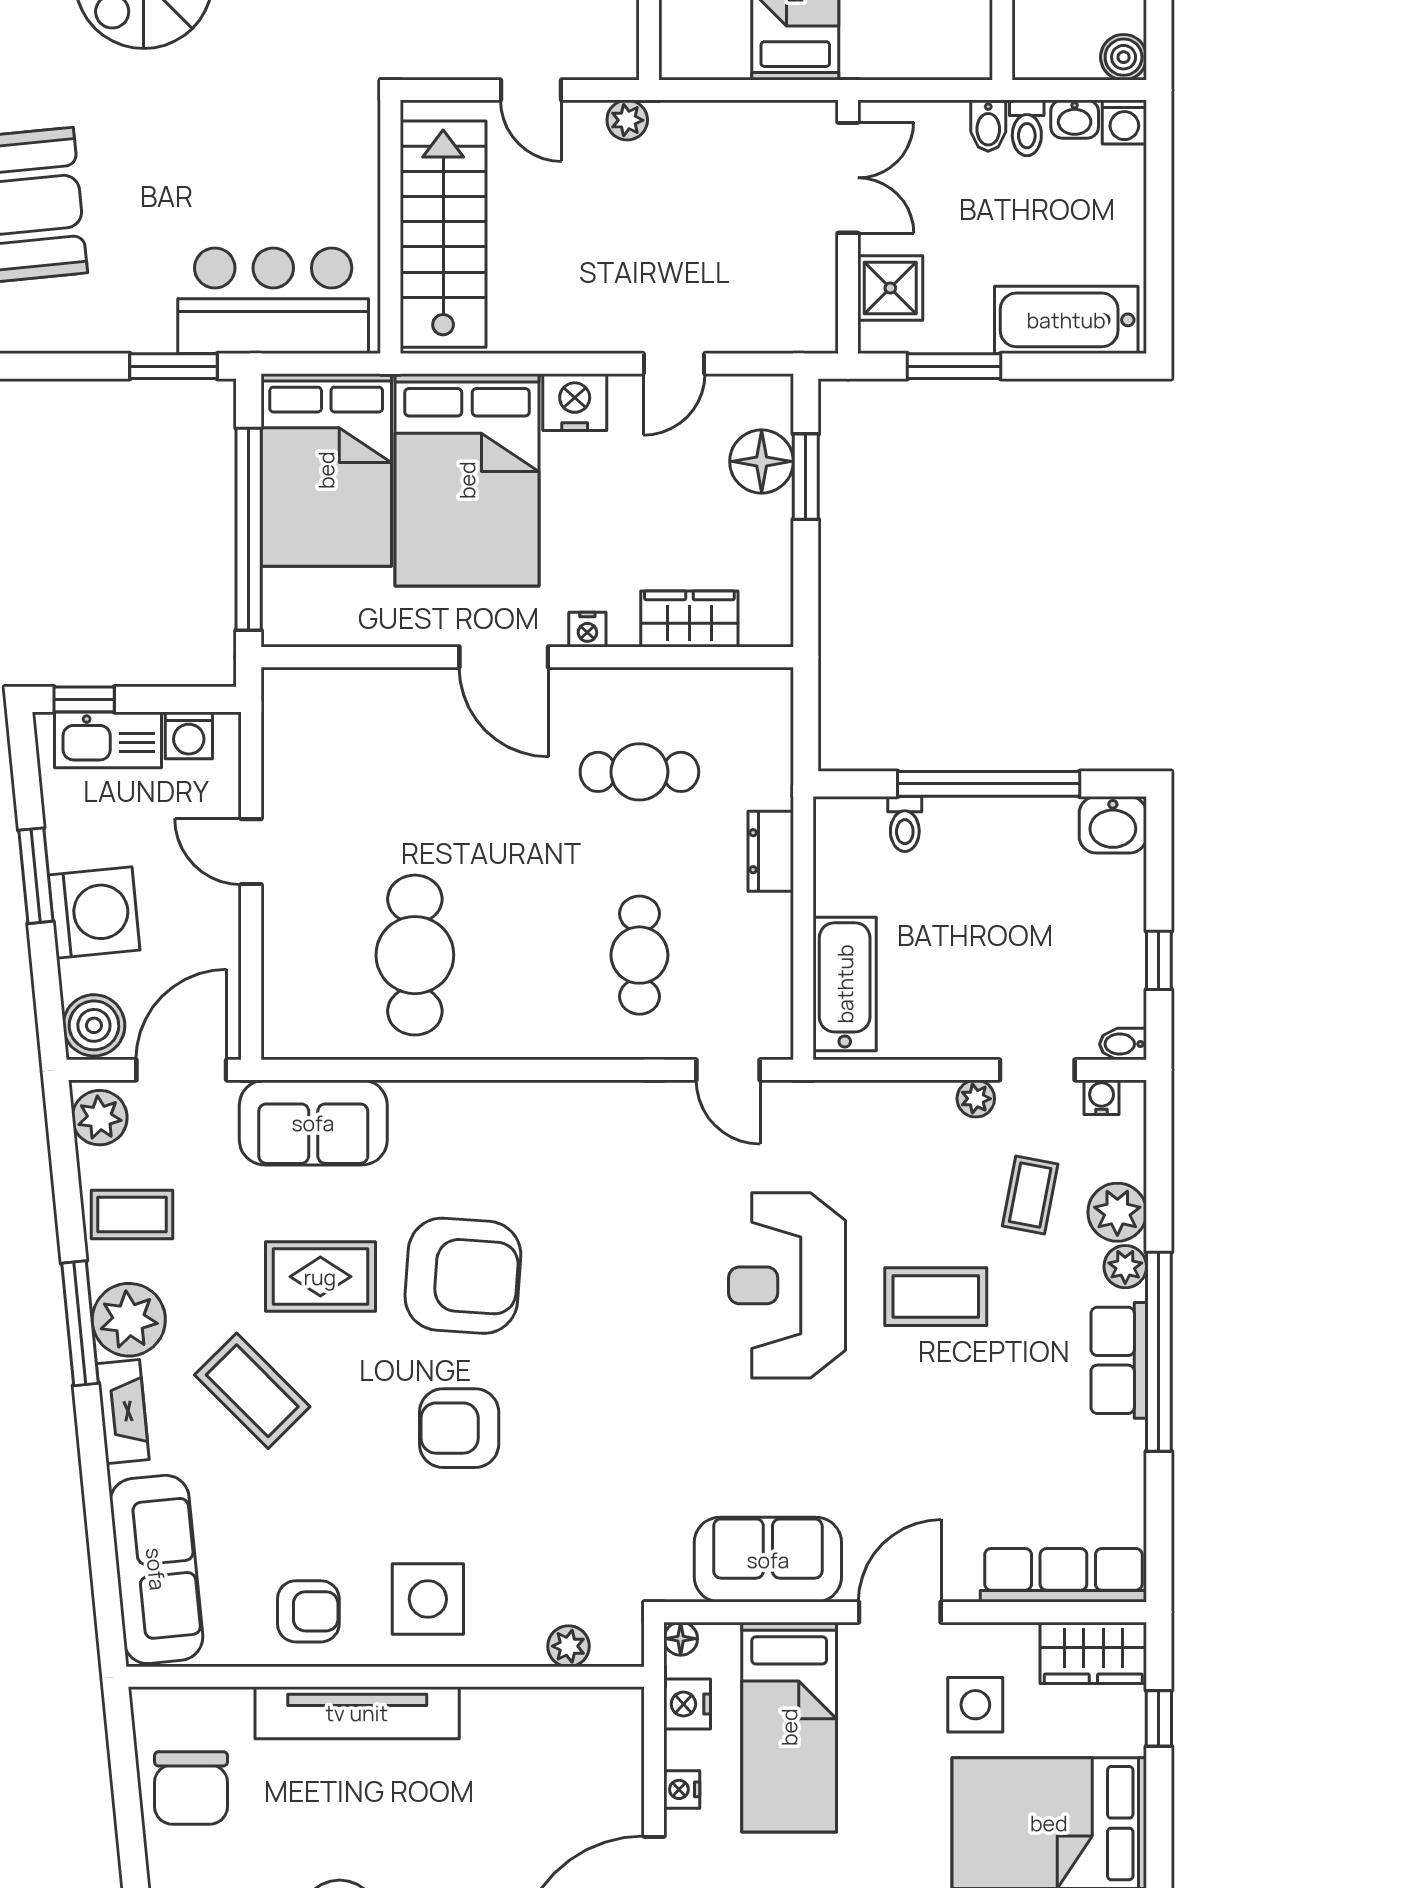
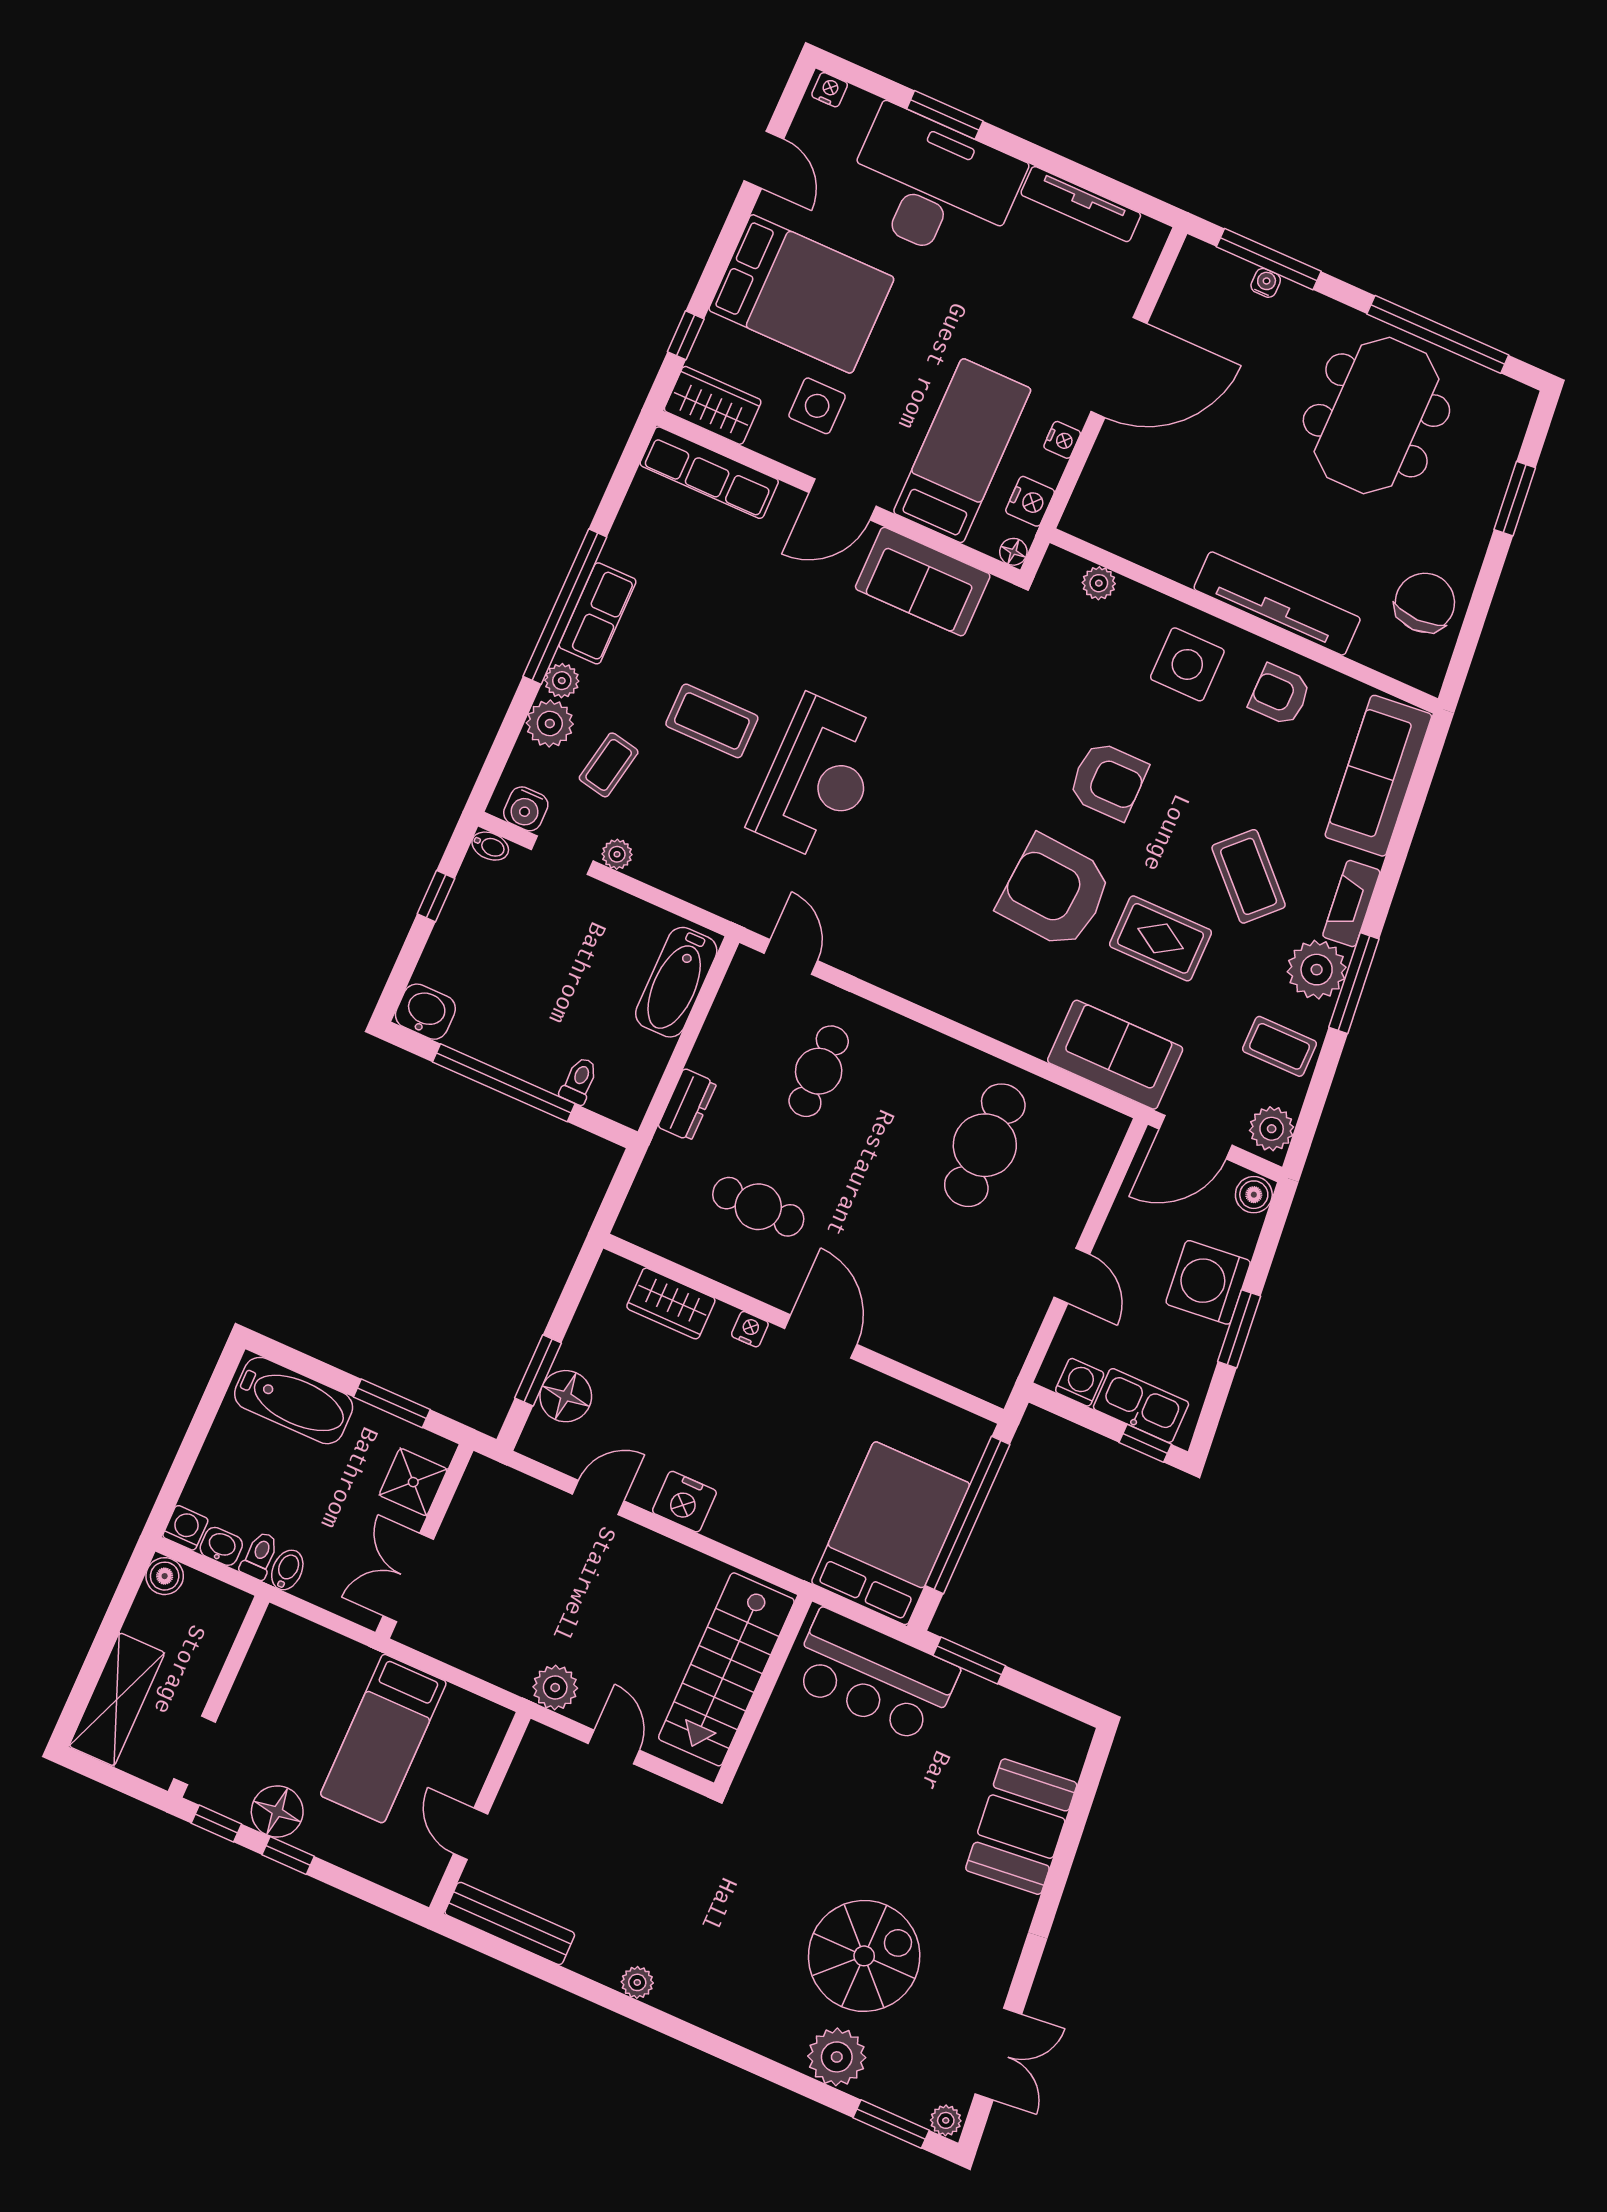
plant: (627, 120) -> (555, 1687), width x1.38, depth x1.38
bed: (467, 480) -> (790, 1480), removed
boiler: (94, 1025) -> (1254, 1195), width x0.73, depth x0.73
water cooler: (1102, 1097) -> (526, 809), width x1.38, depth x1.38

